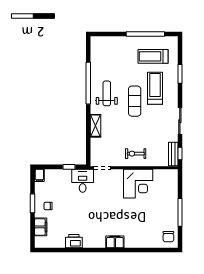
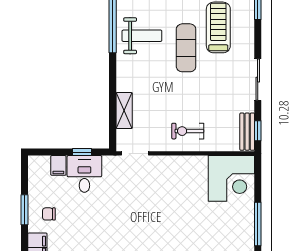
weight bench: (107, 93) -> (142, 36), turned 90
shelving: (96, 126) -> (124, 111), moved
filing cabinet: (39, 175) -> (58, 165), moved
desk: (83, 181) -> (84, 174), moved
corner desk: (138, 184) -> (231, 178), moved

